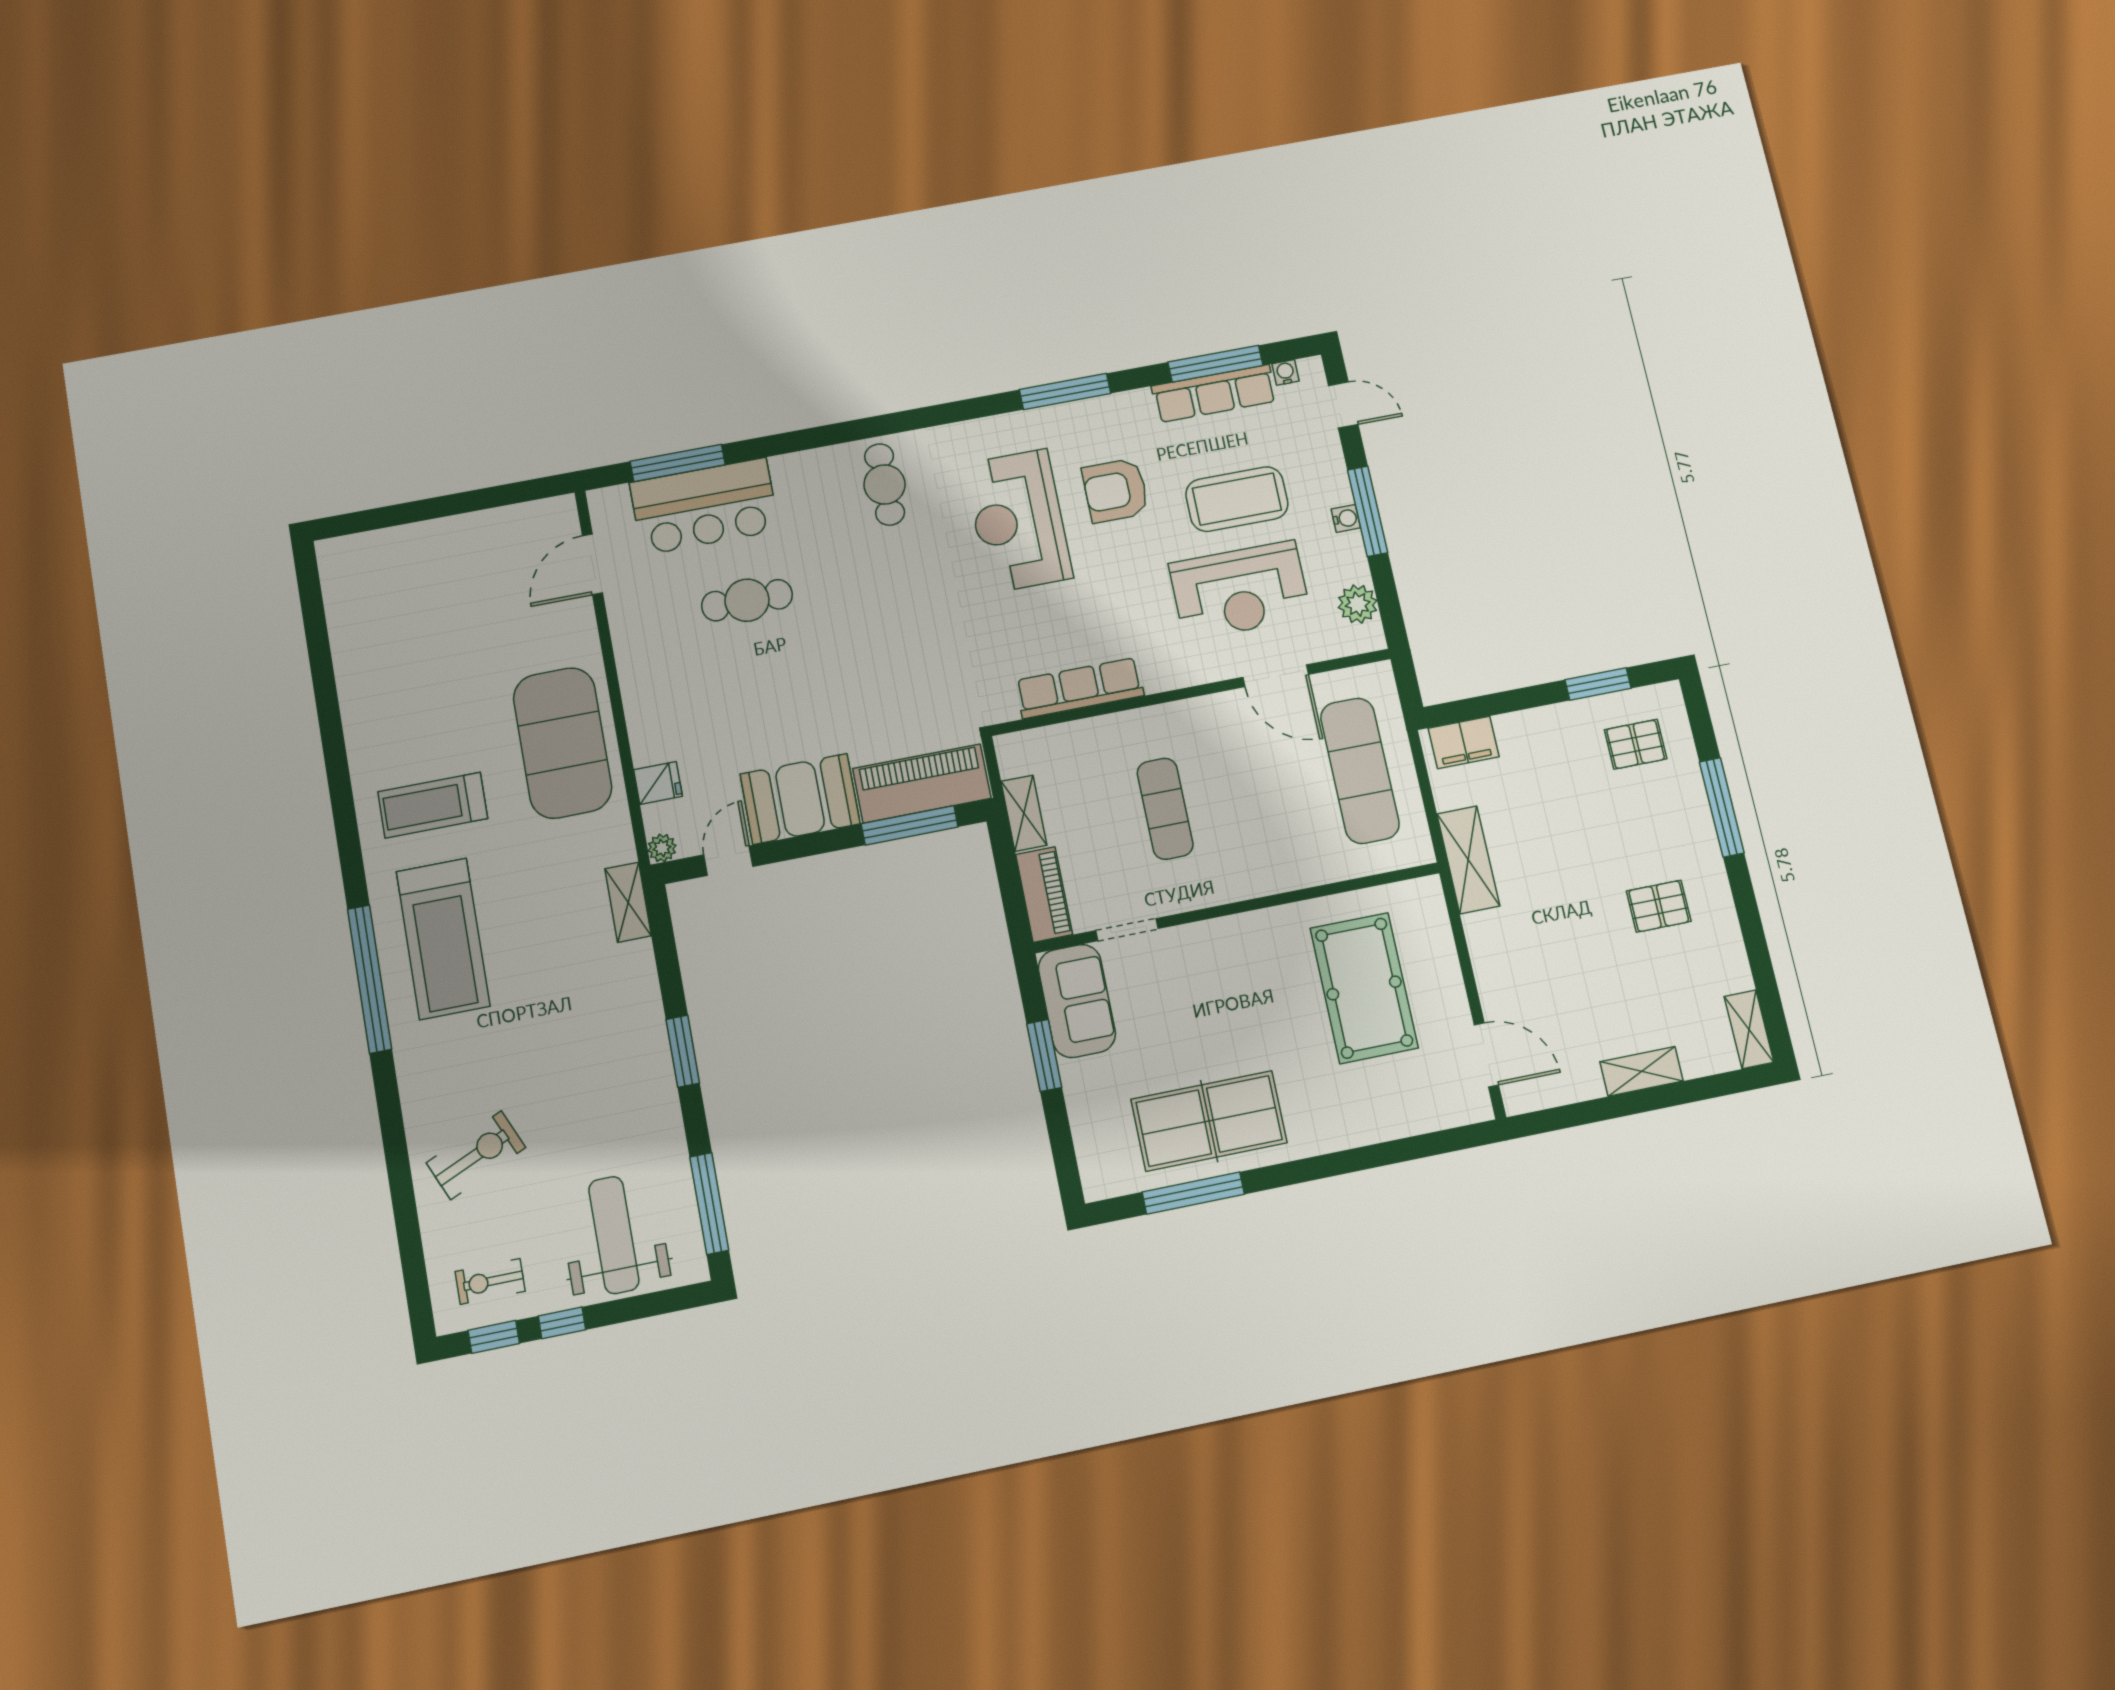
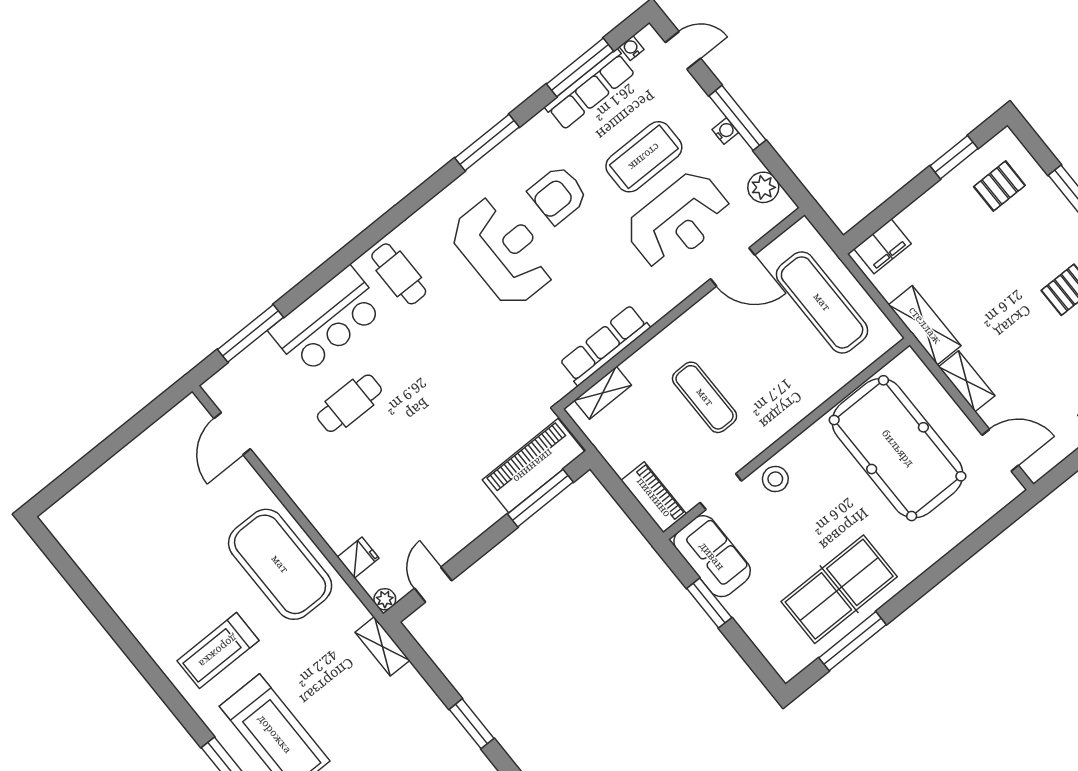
bar counter: (704, 506) -> (327, 320), moved
reception desk: (1018, 521) -> (503, 251), turned 180
booth: (800, 799) -> (458, 519), removed
shelving: (1024, 813) -> (603, 393), moved, turned 90
stool: (1200, 948) -> (775, 479), added
shelving: (1486, 952) -> (967, 381), added
pool table: (1364, 988) -> (898, 448), width x1.36, depth x1.32

